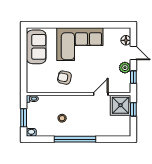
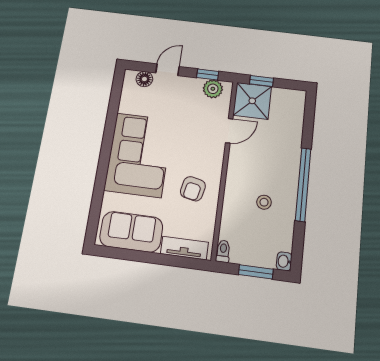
plant: (125, 68) -> (213, 89), moved
tv unit: (31, 77) -> (184, 248), added
door: (101, 94) -> (229, 131), swing flipped

